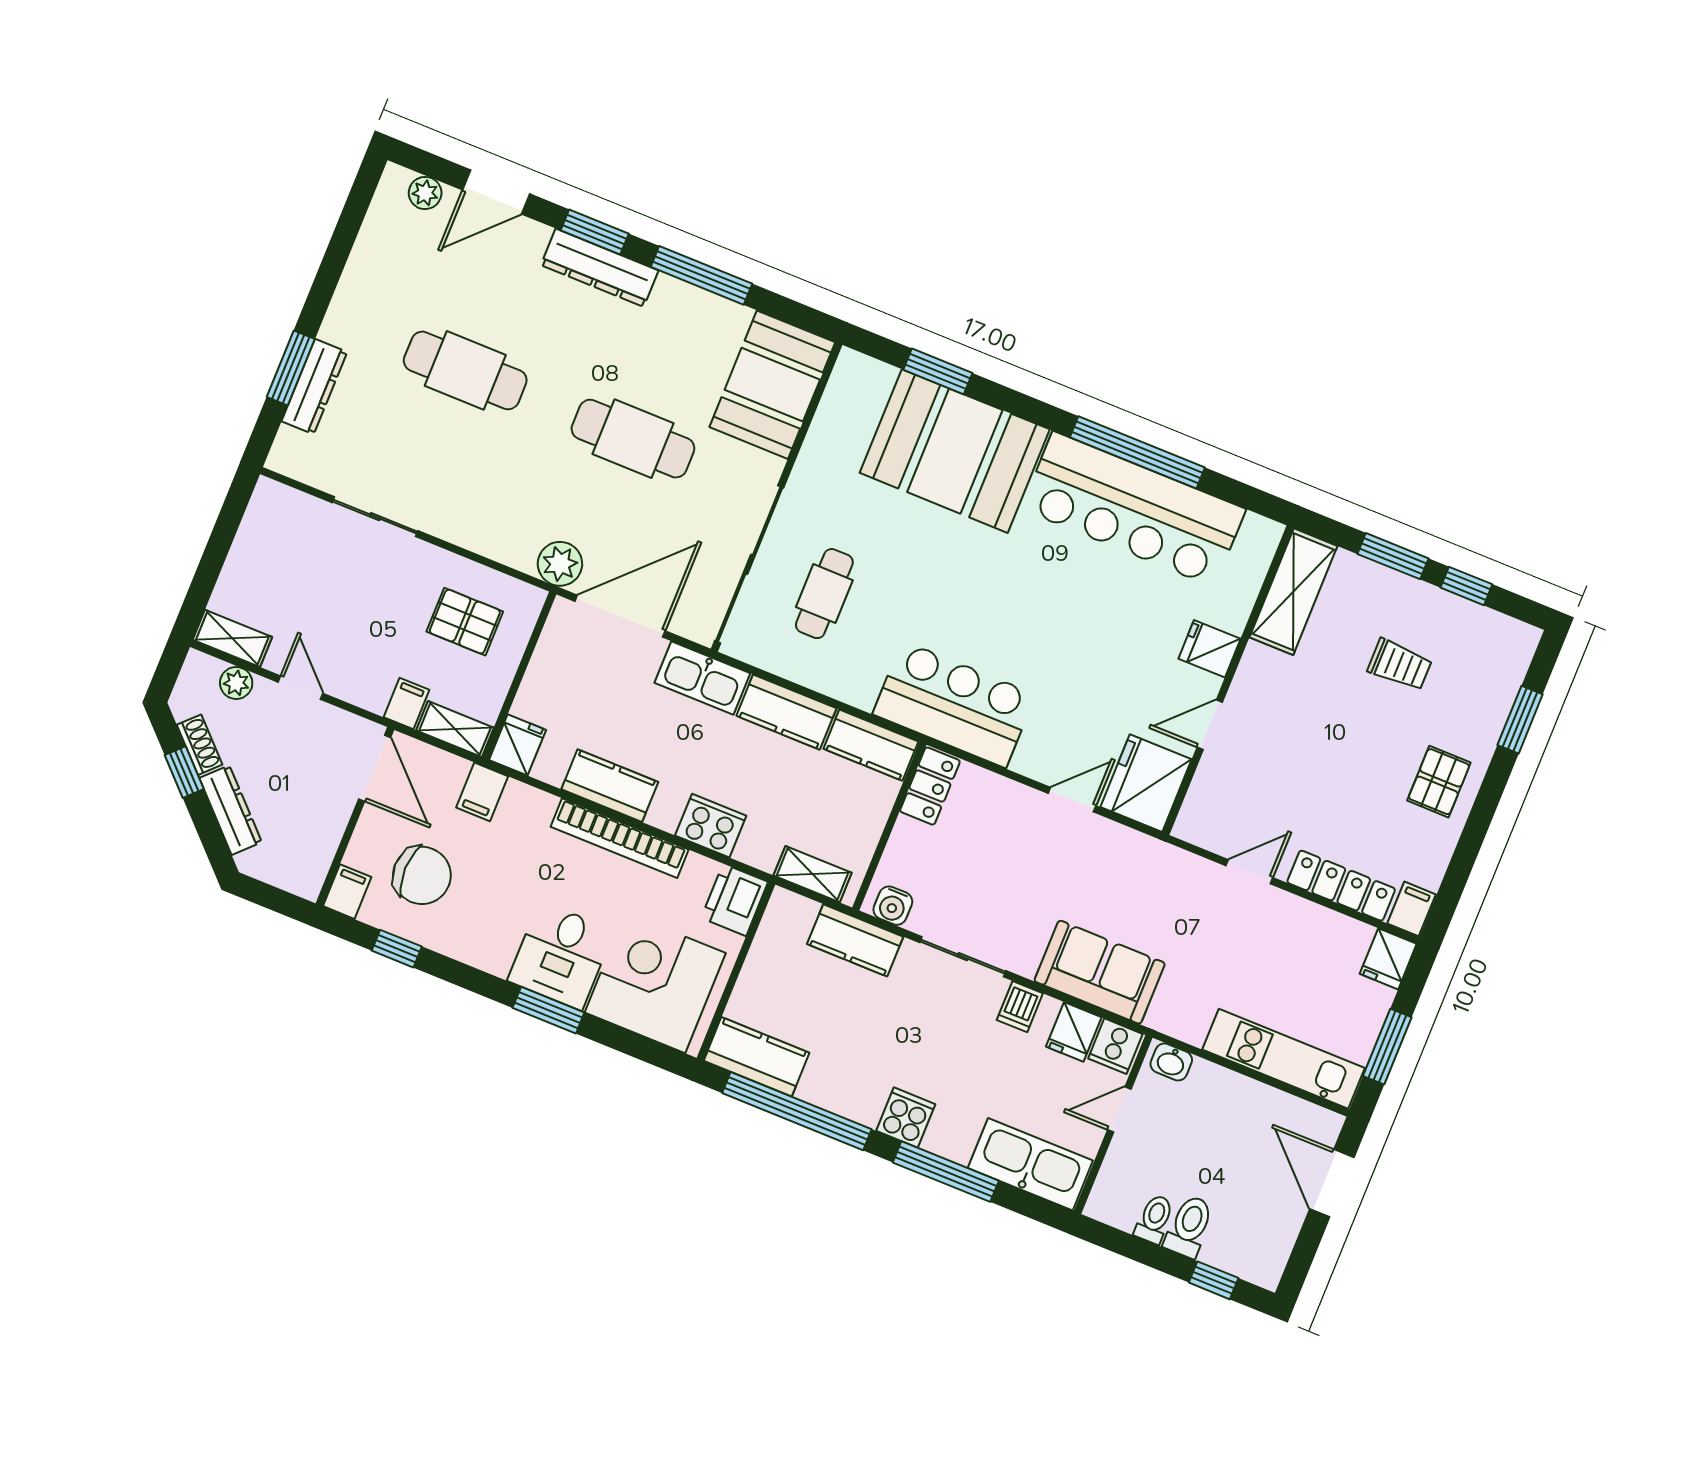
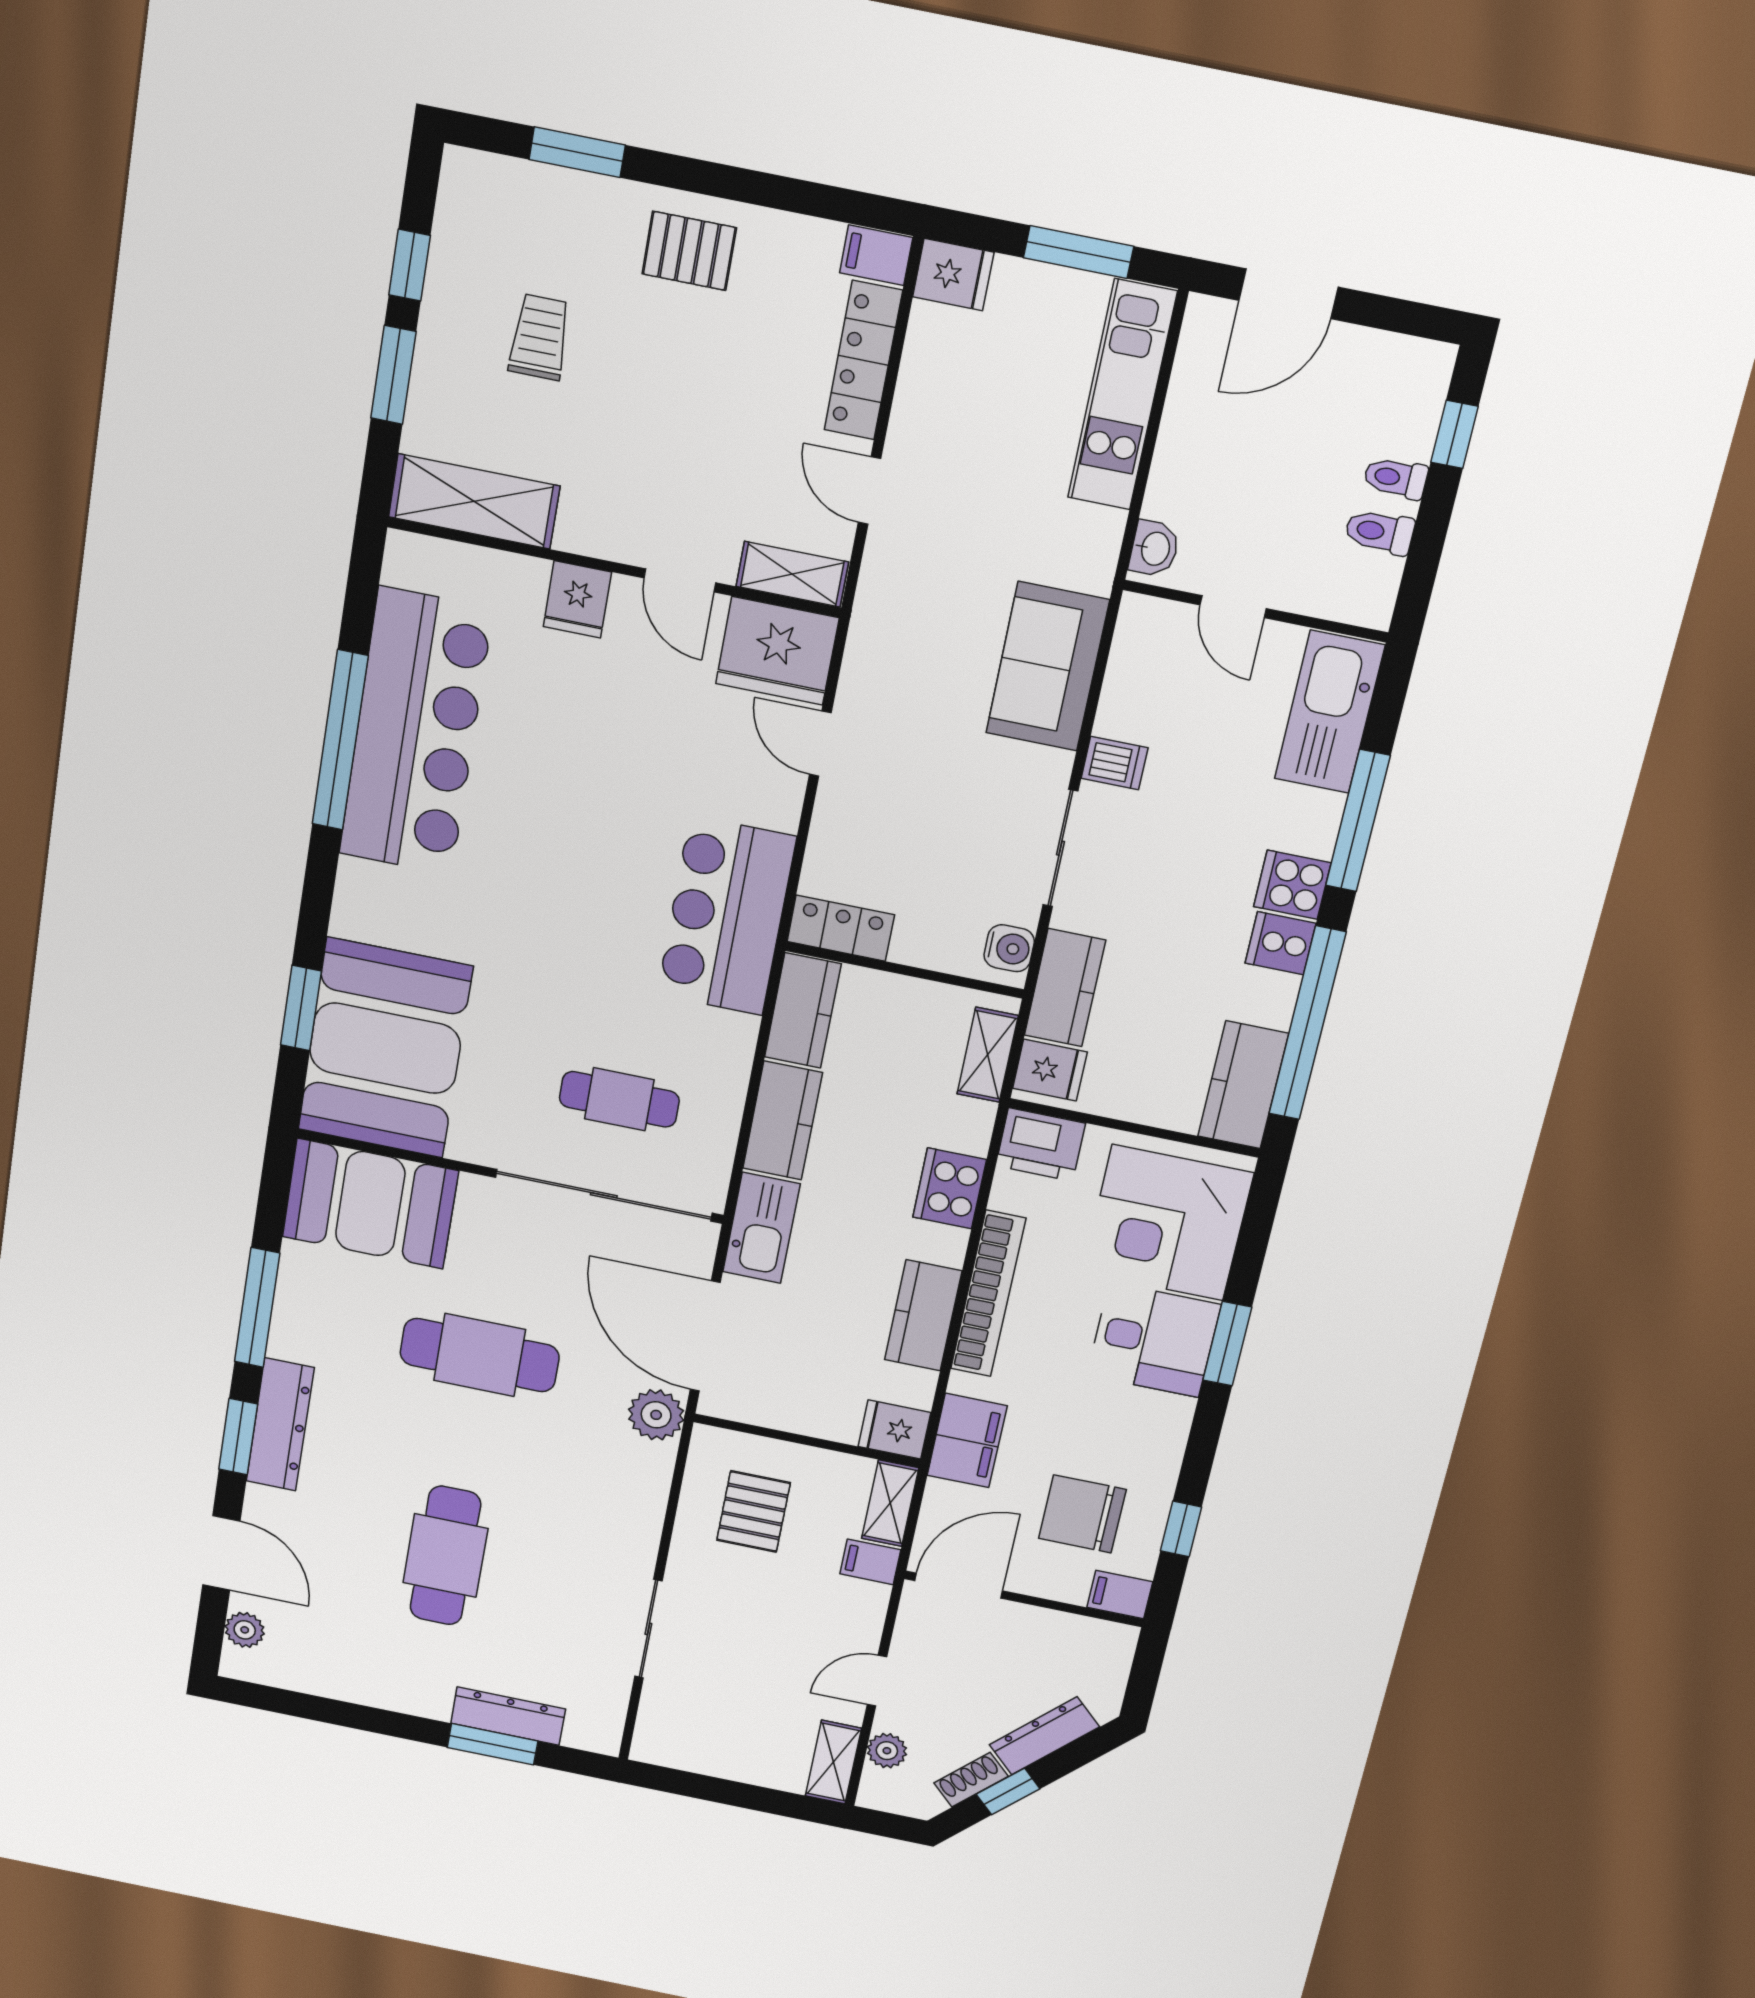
cafe table: (633, 439) -> (480, 1355), turned 90
booth: (955, 451) -> (385, 1048), moved
filing cabinet: (482, 792) -> (967, 1441), width x2.00
shelving: (1200, 805) -> (792, 574), added
chair: (422, 875) -> (1082, 1514), turned -90
fridge: (1074, 1032) -> (1050, 1070), moved
cooker: (1115, 1046) -> (1281, 943), moved, turned 180
toilet: (1189, 1226) -> (1396, 478), width x0.73, depth x0.72

